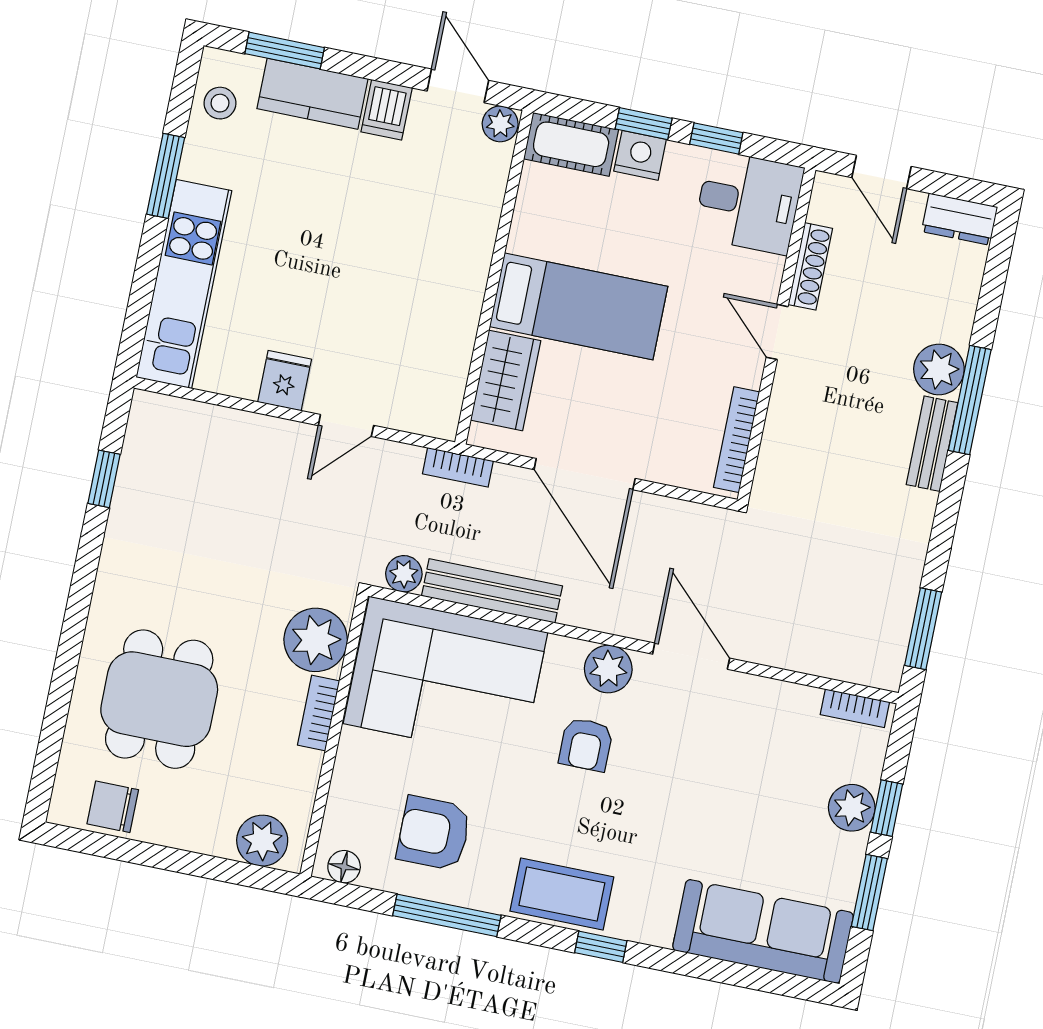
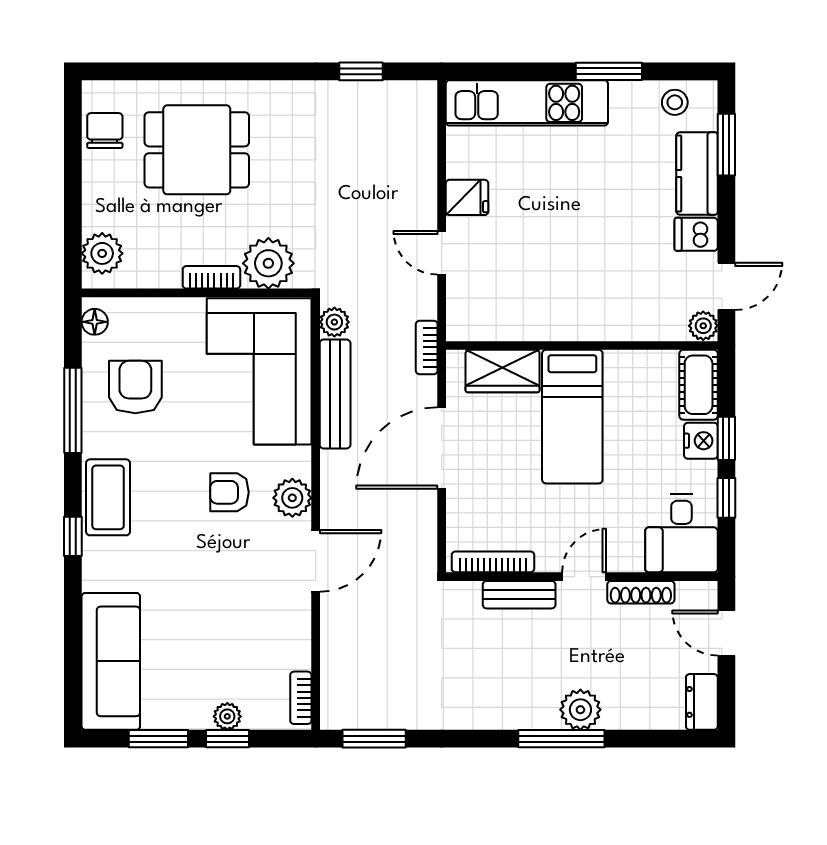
door: (882, 172) -> (726, 633), hinge flipped
bench: (932, 444) -> (519, 595), moved
plant: (852, 808) -> (227, 716), width x0.73, depth x0.73

